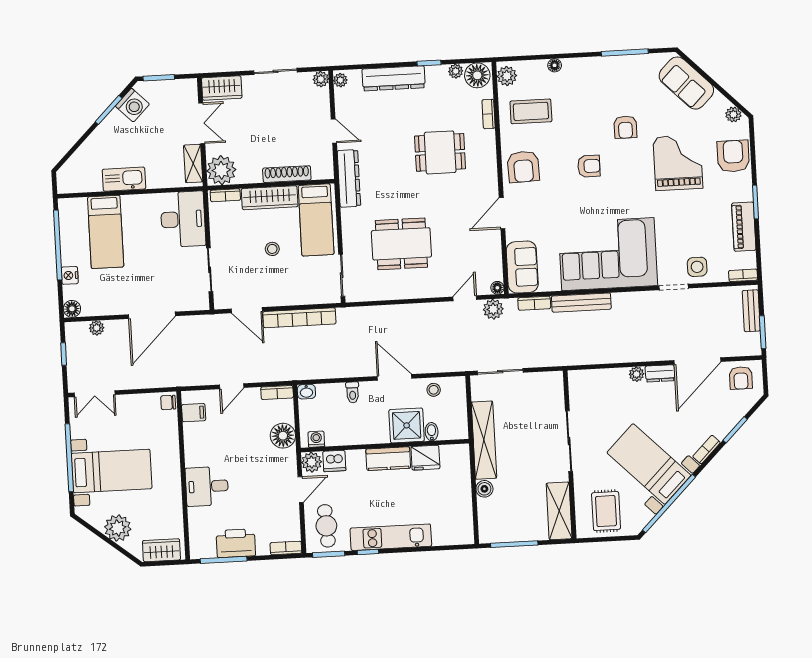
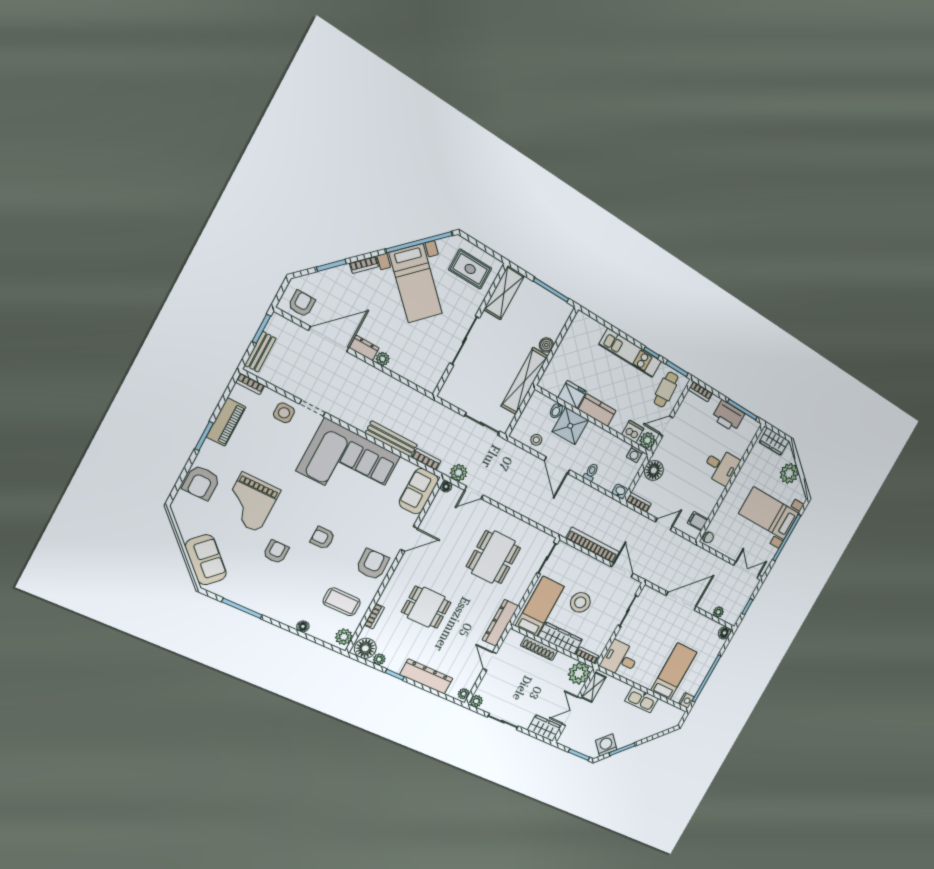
plant: (733, 114) -> (181, 515), removed
desk: (183, 219) -> (620, 659), width x0.73
dining table: (401, 244) -> (493, 557), turned 90
stool: (272, 249) -> (580, 602), width x1.89, depth x1.89
nightstand: (70, 275) -> (686, 700), moved
rug: (606, 511) -> (470, 269), turned 90

